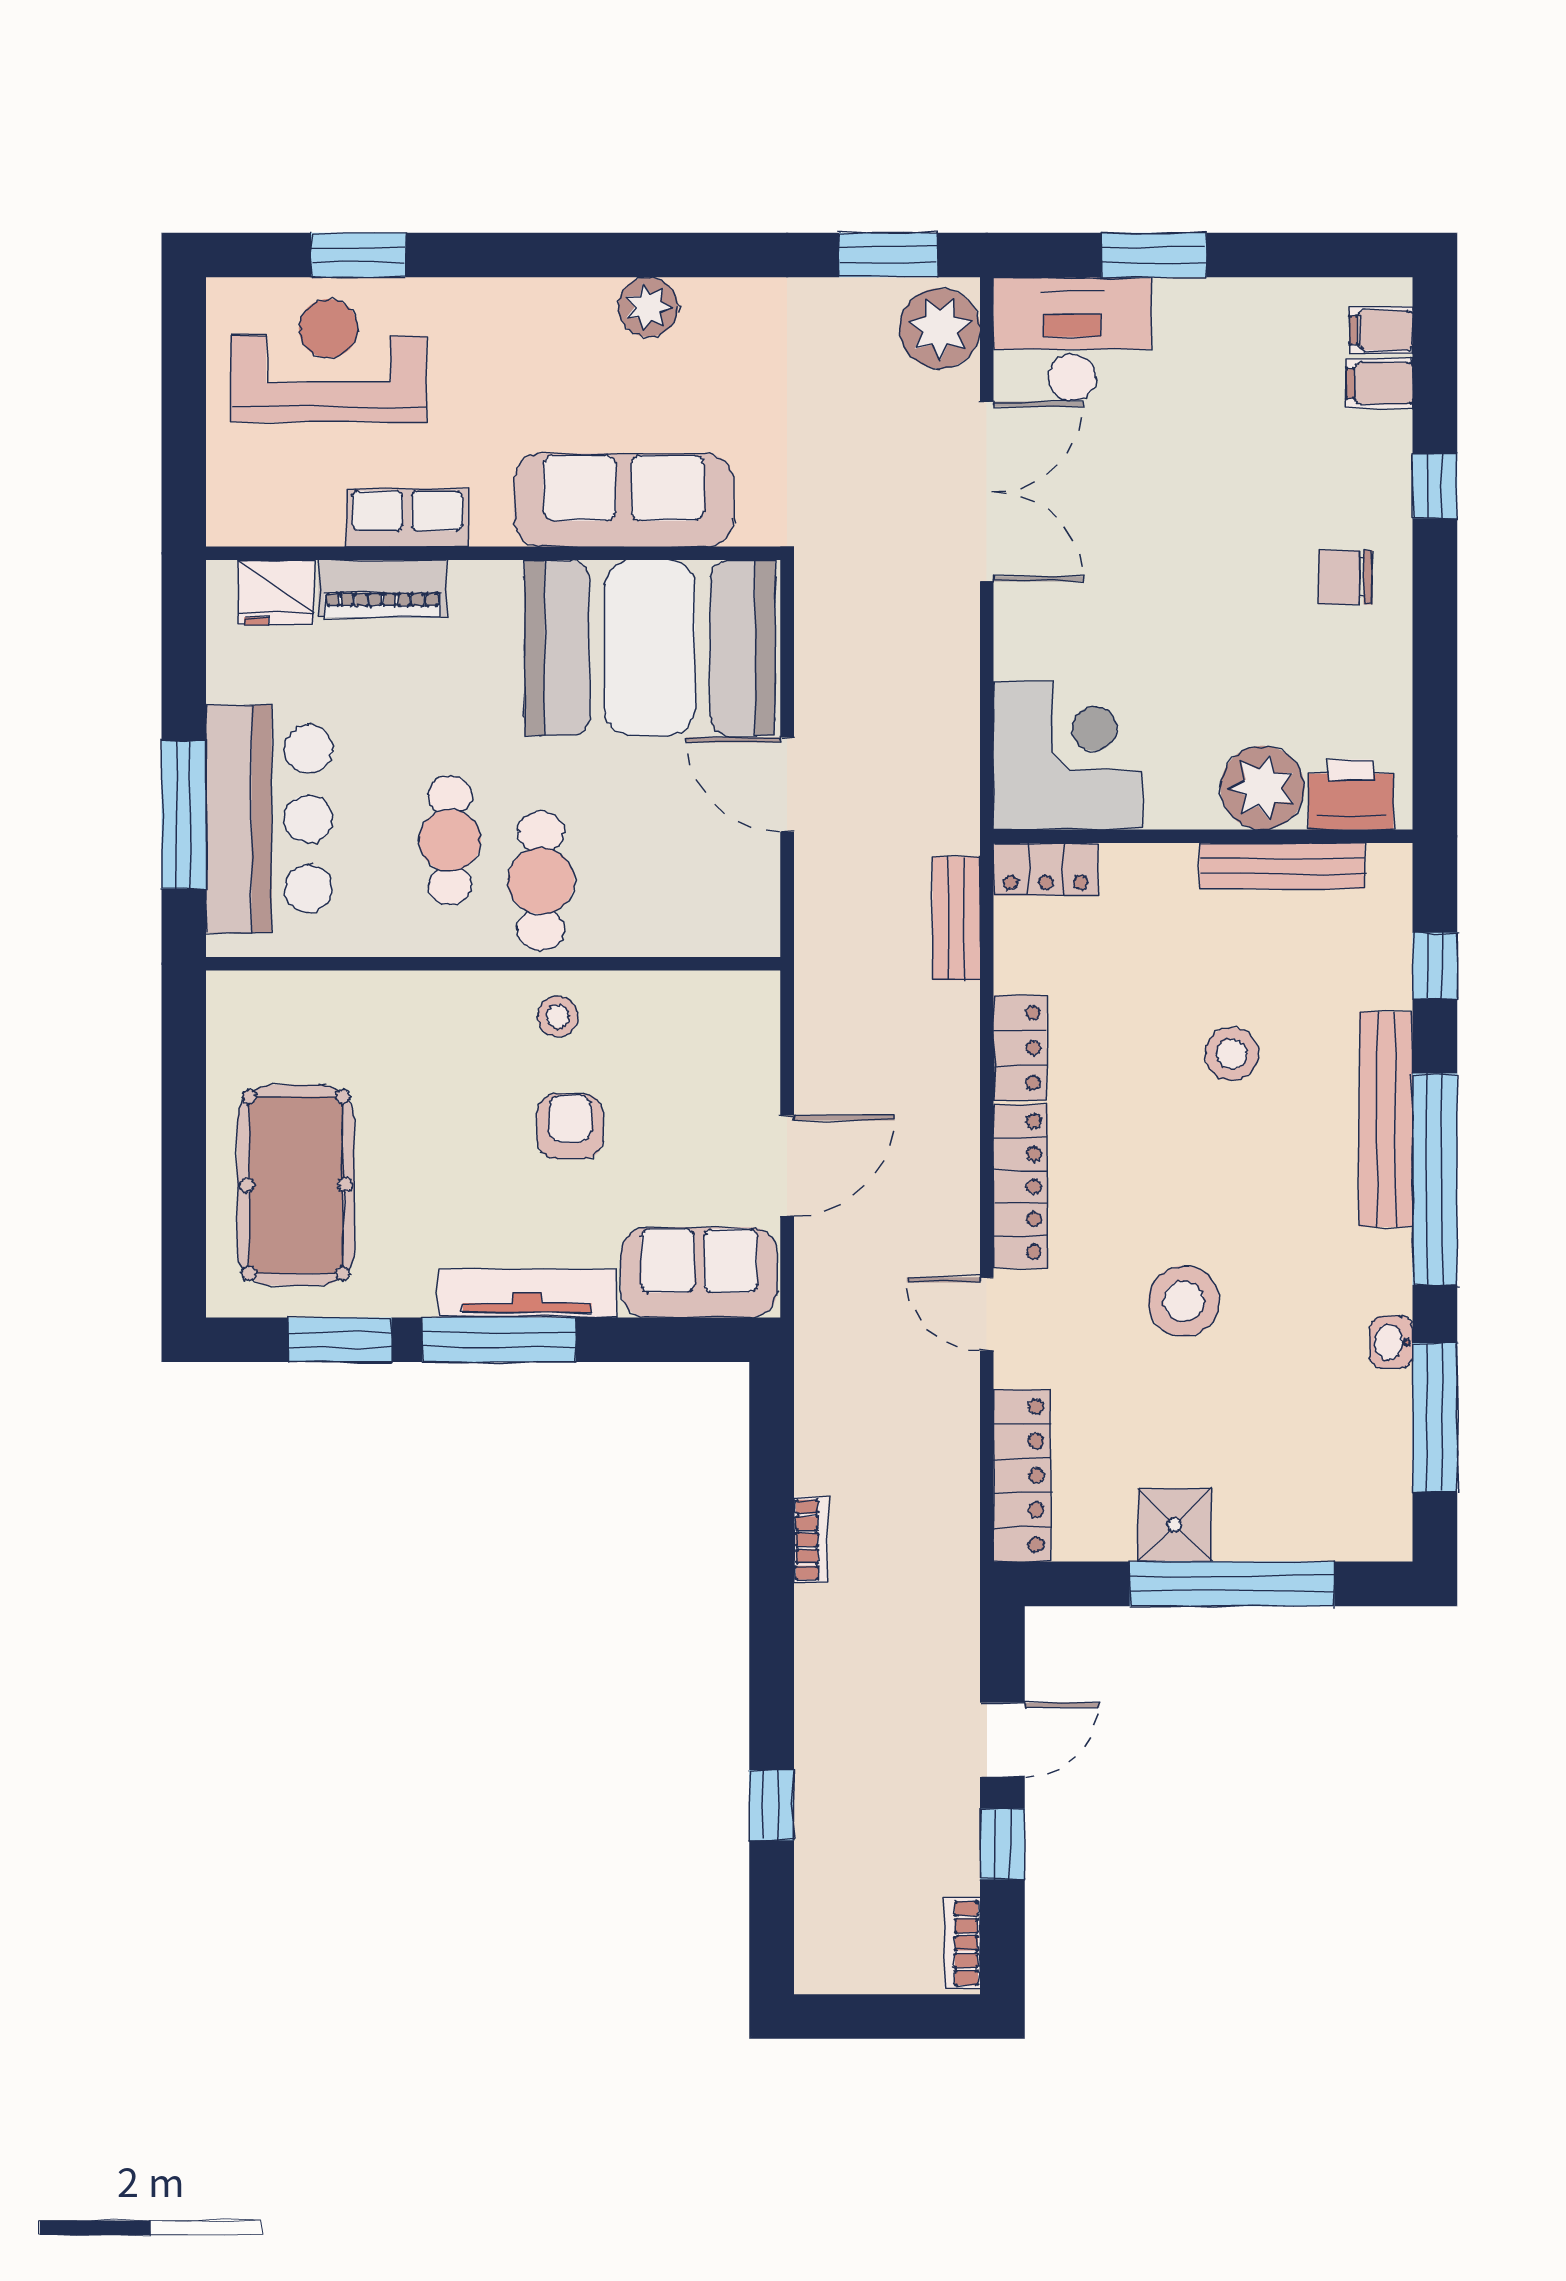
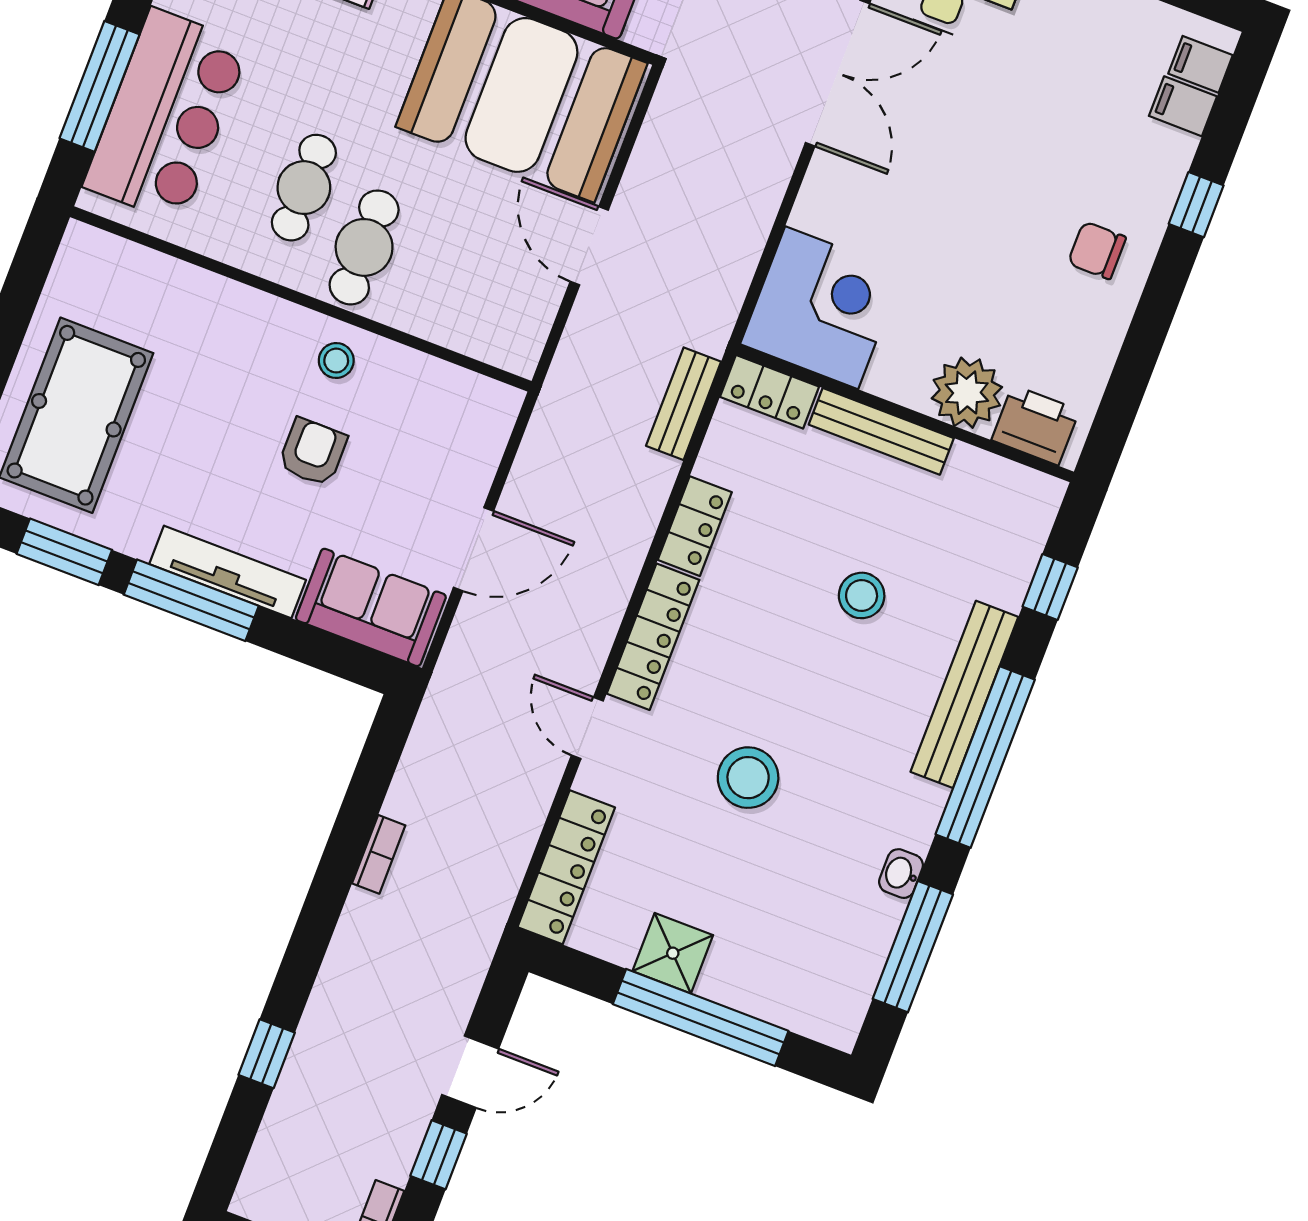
bench: (1282, 866) -> (881, 431), moved

